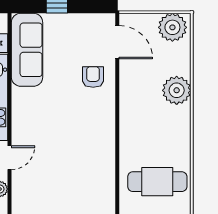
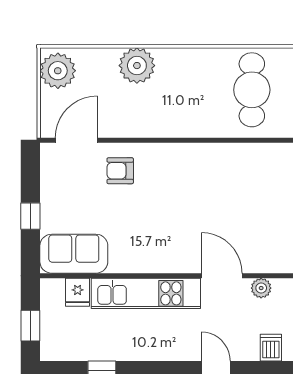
sofa: (27, 50) -> (74, 254), width x0.73
door: (10, 158) -> (222, 276), width x1.38

